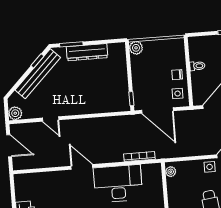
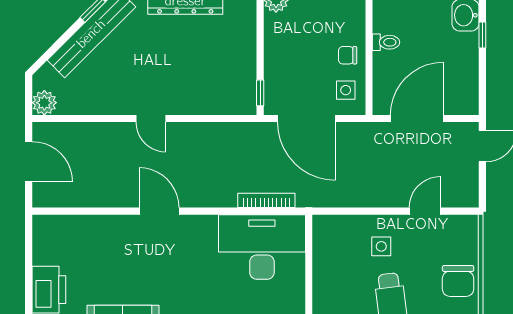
door: (51, 119) -> (151, 119), moved
side table: (210, 167) -> (381, 246), moved
plant: (171, 172) -> (322, 233), removed
desk: (118, 184) -> (262, 247), moved

